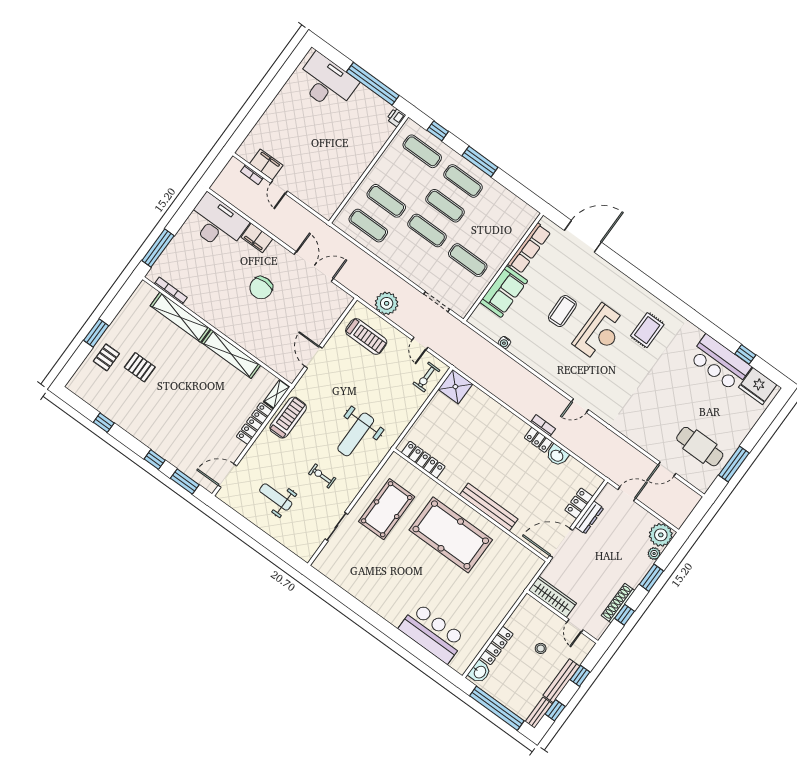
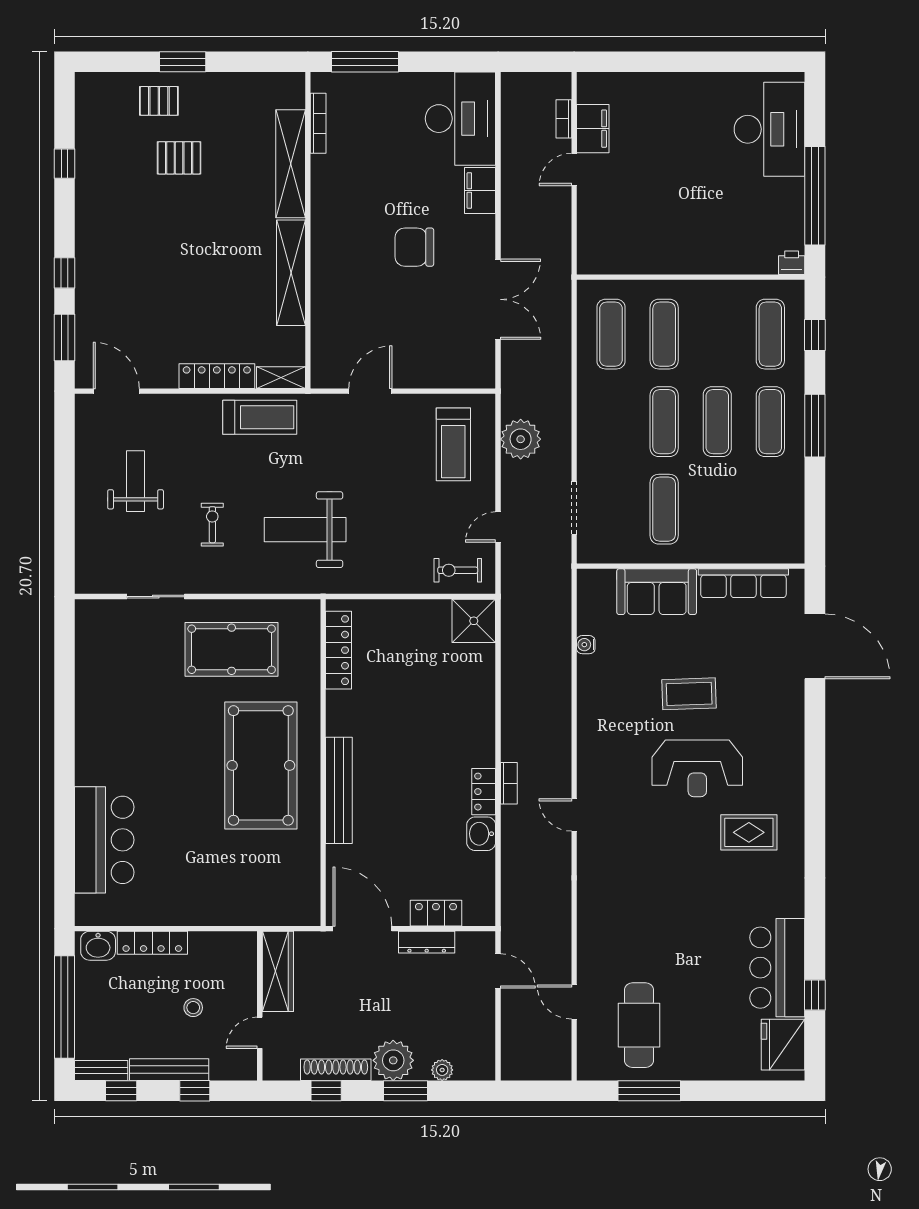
pallet: (140, 367) -> (179, 158), turned 90
plant: (661, 535) -> (393, 1060), moved

